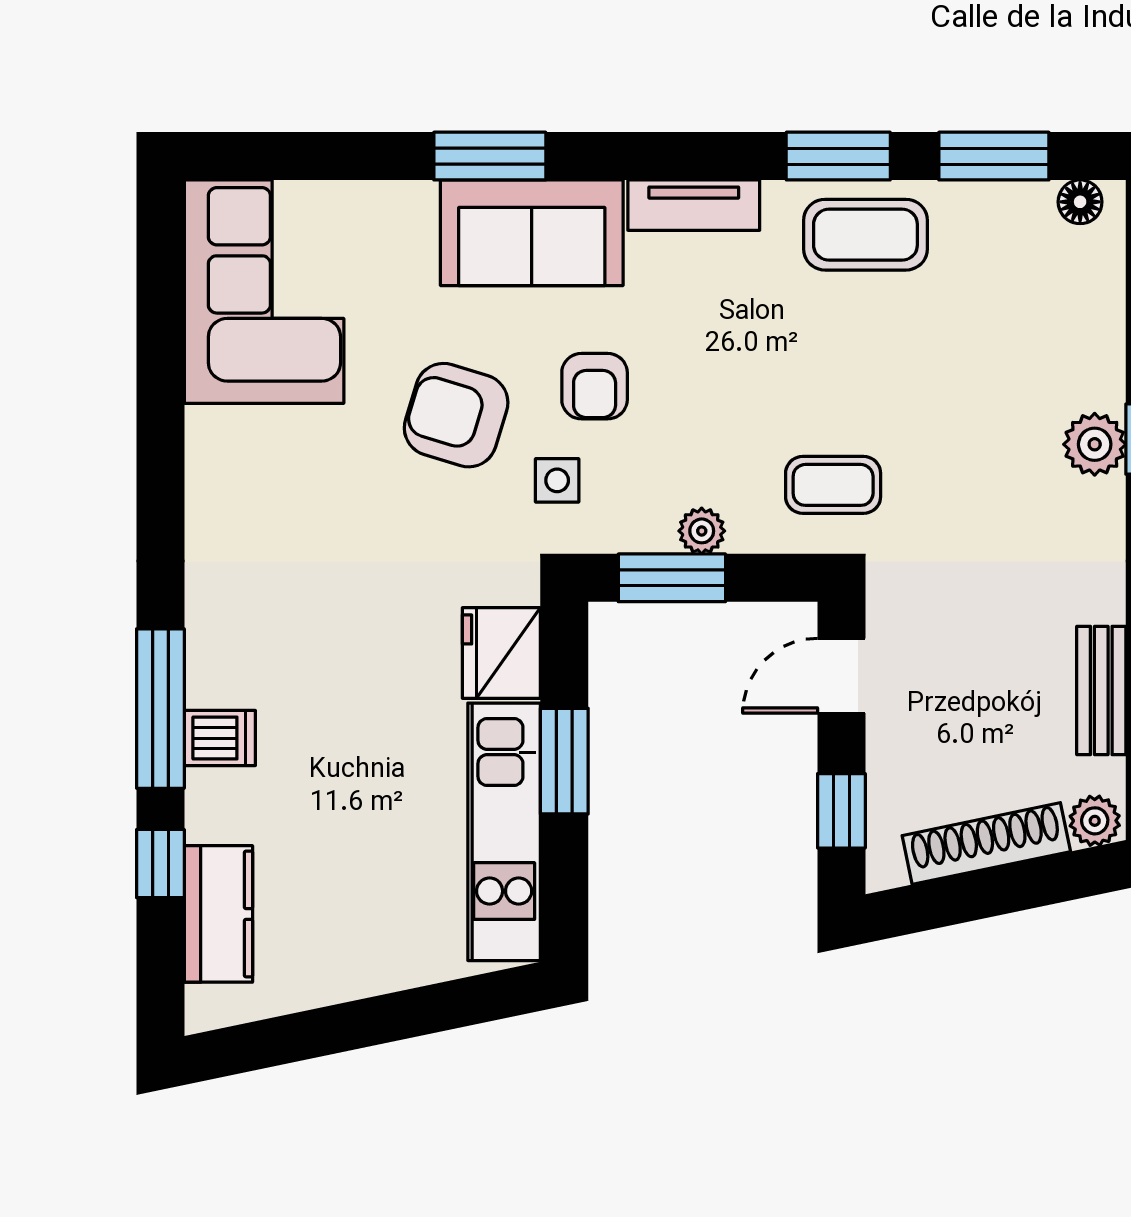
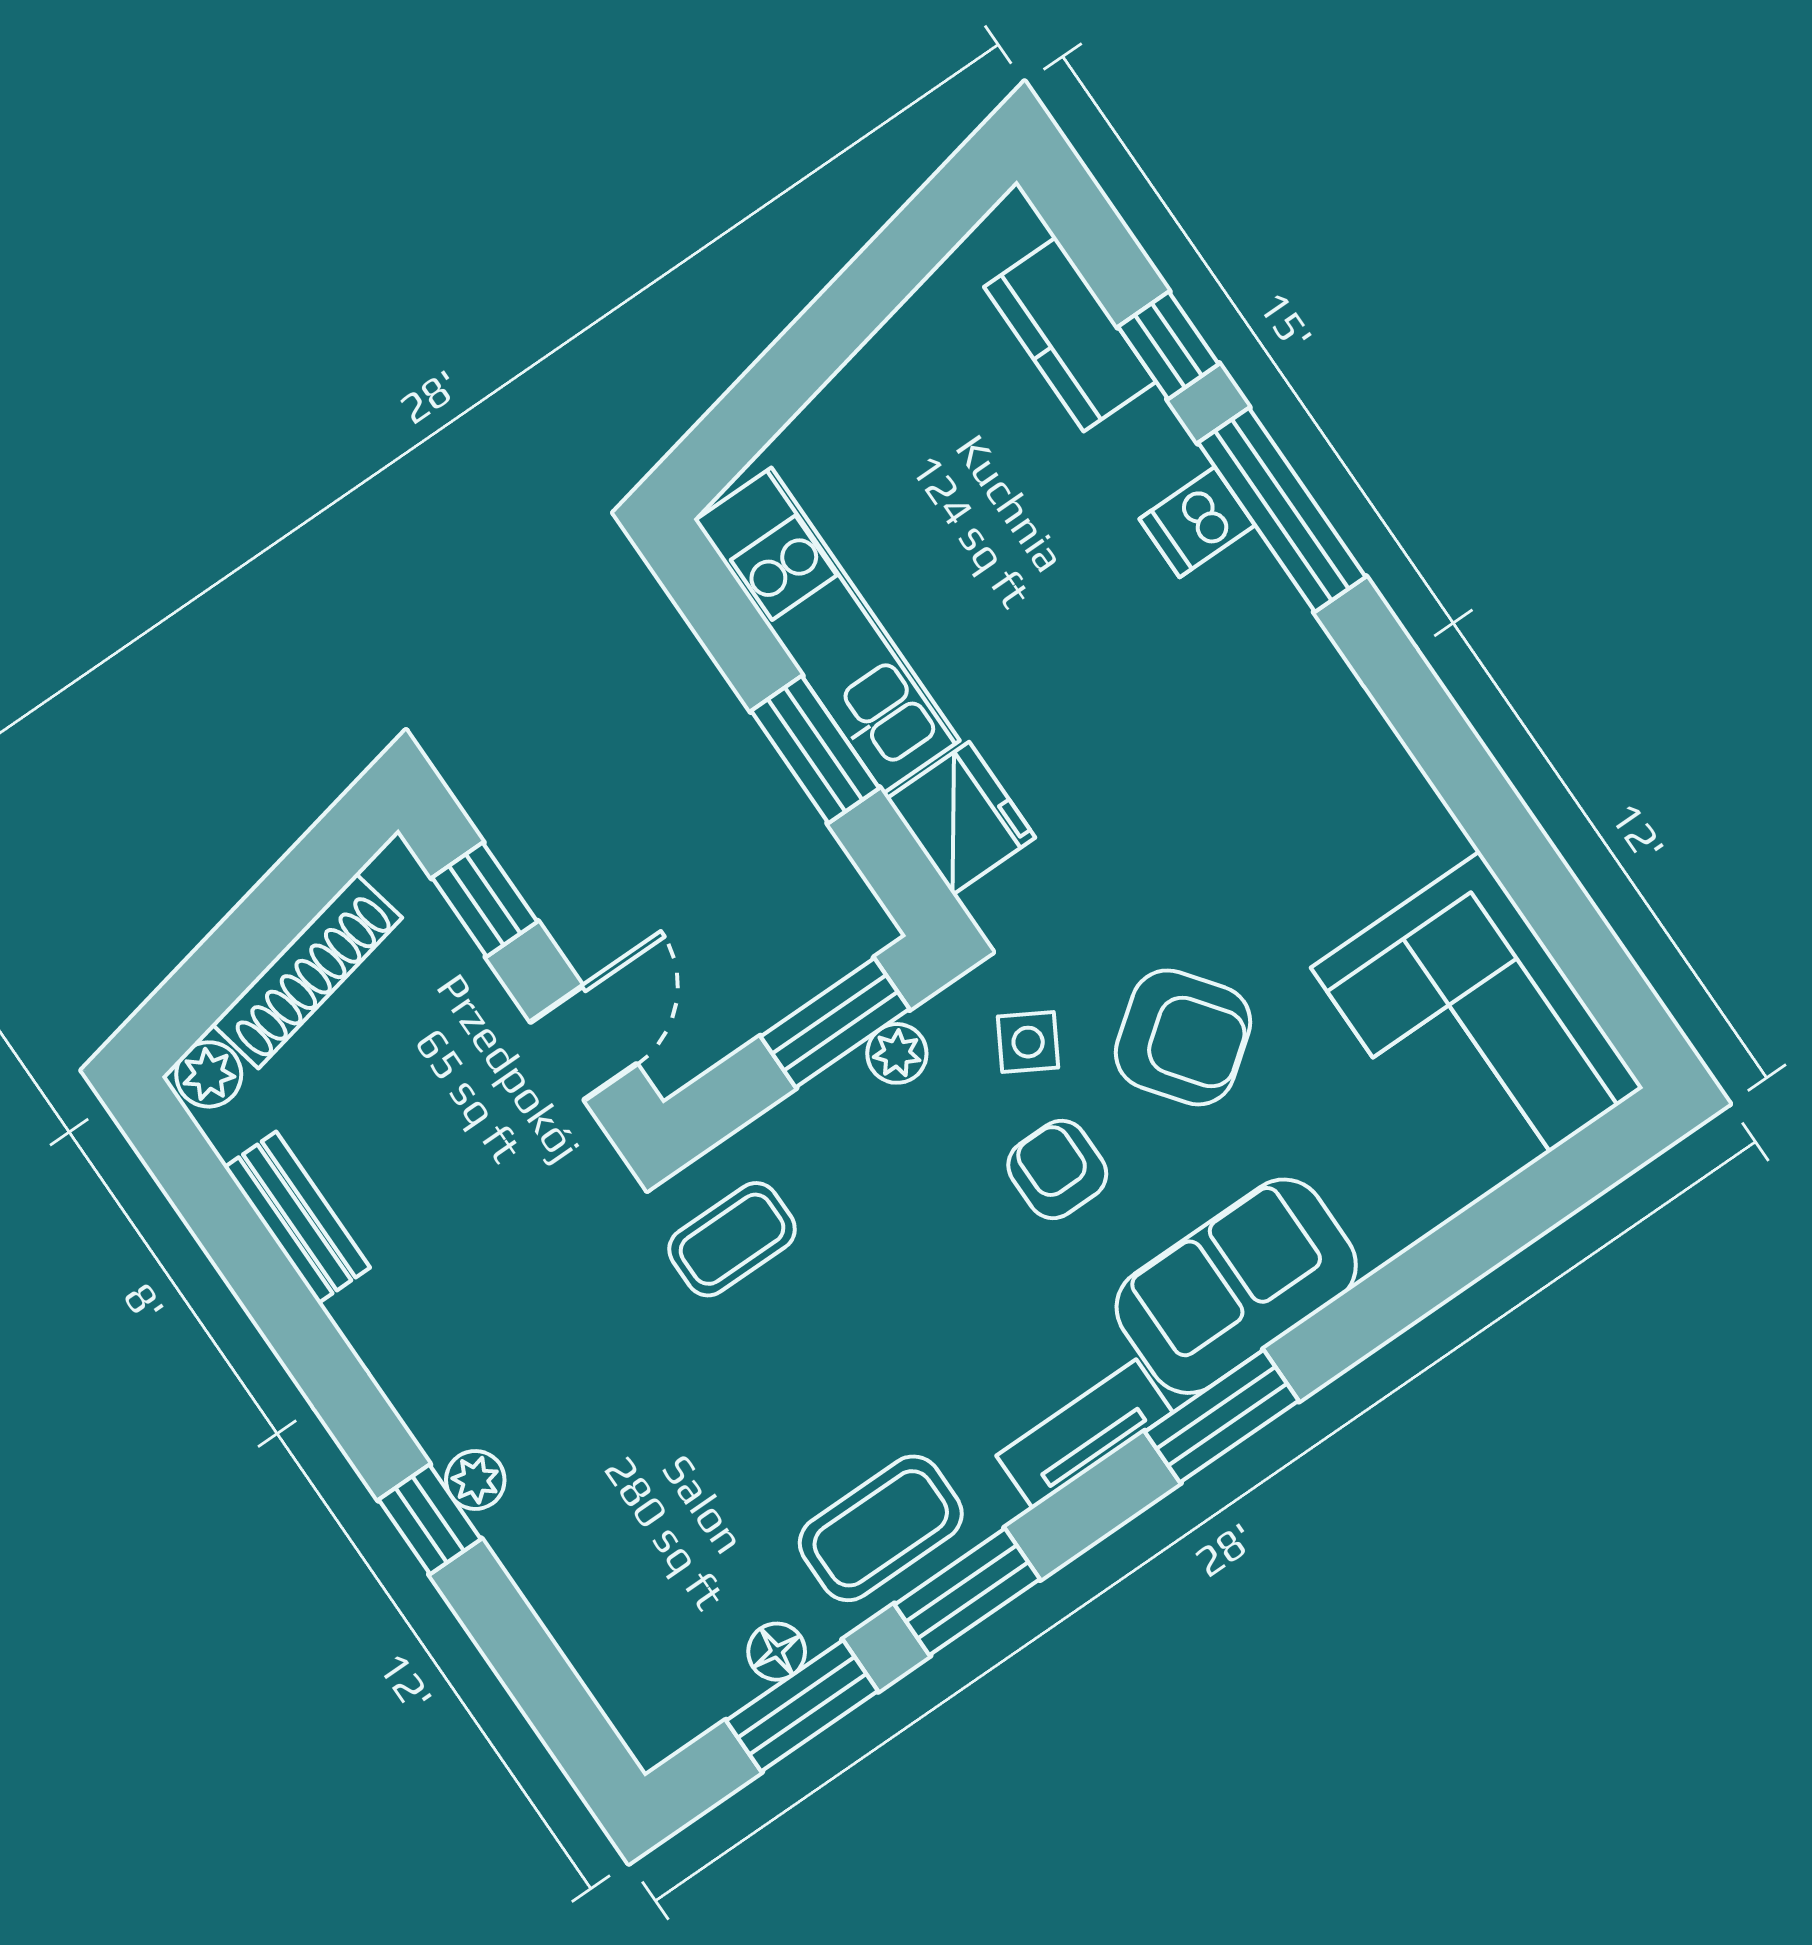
window: (490, 156) -> (1222, 1416), moved
floor lamp: (1080, 202) -> (777, 1652), moved
armchair: (456, 415) -> (1183, 1037), turned 36
plant: (1095, 444) -> (475, 1480), width x0.73, depth x0.73
side table: (557, 480) -> (1028, 1042), turned 30
plant: (702, 531) -> (897, 1053), moved

